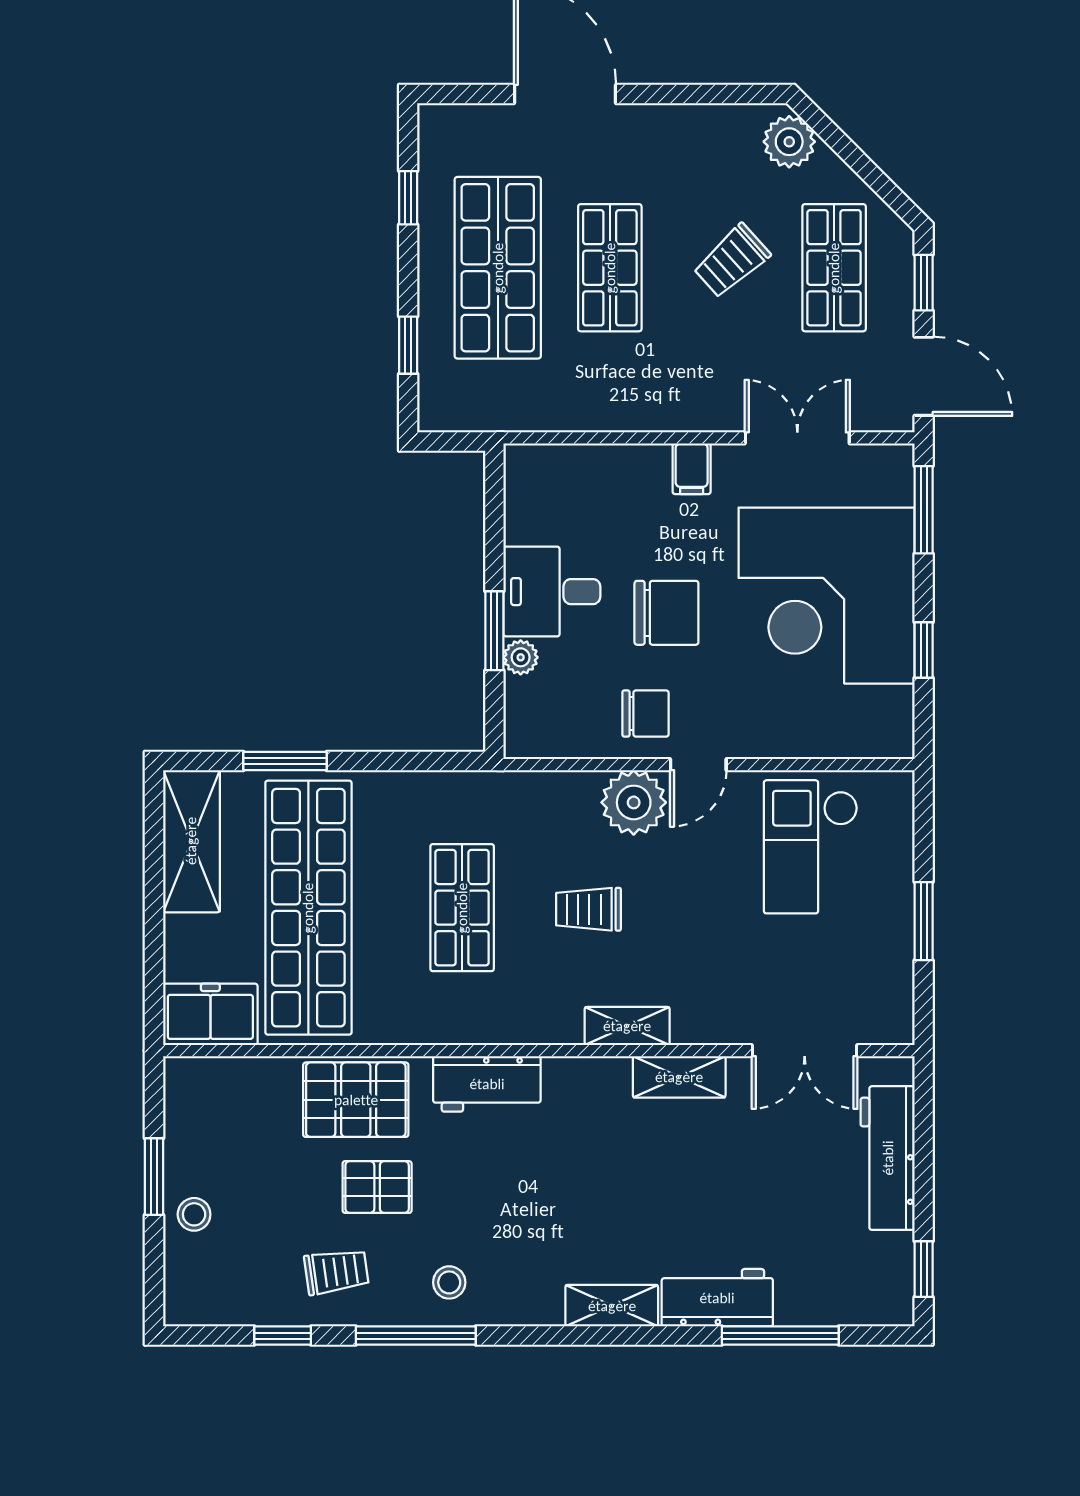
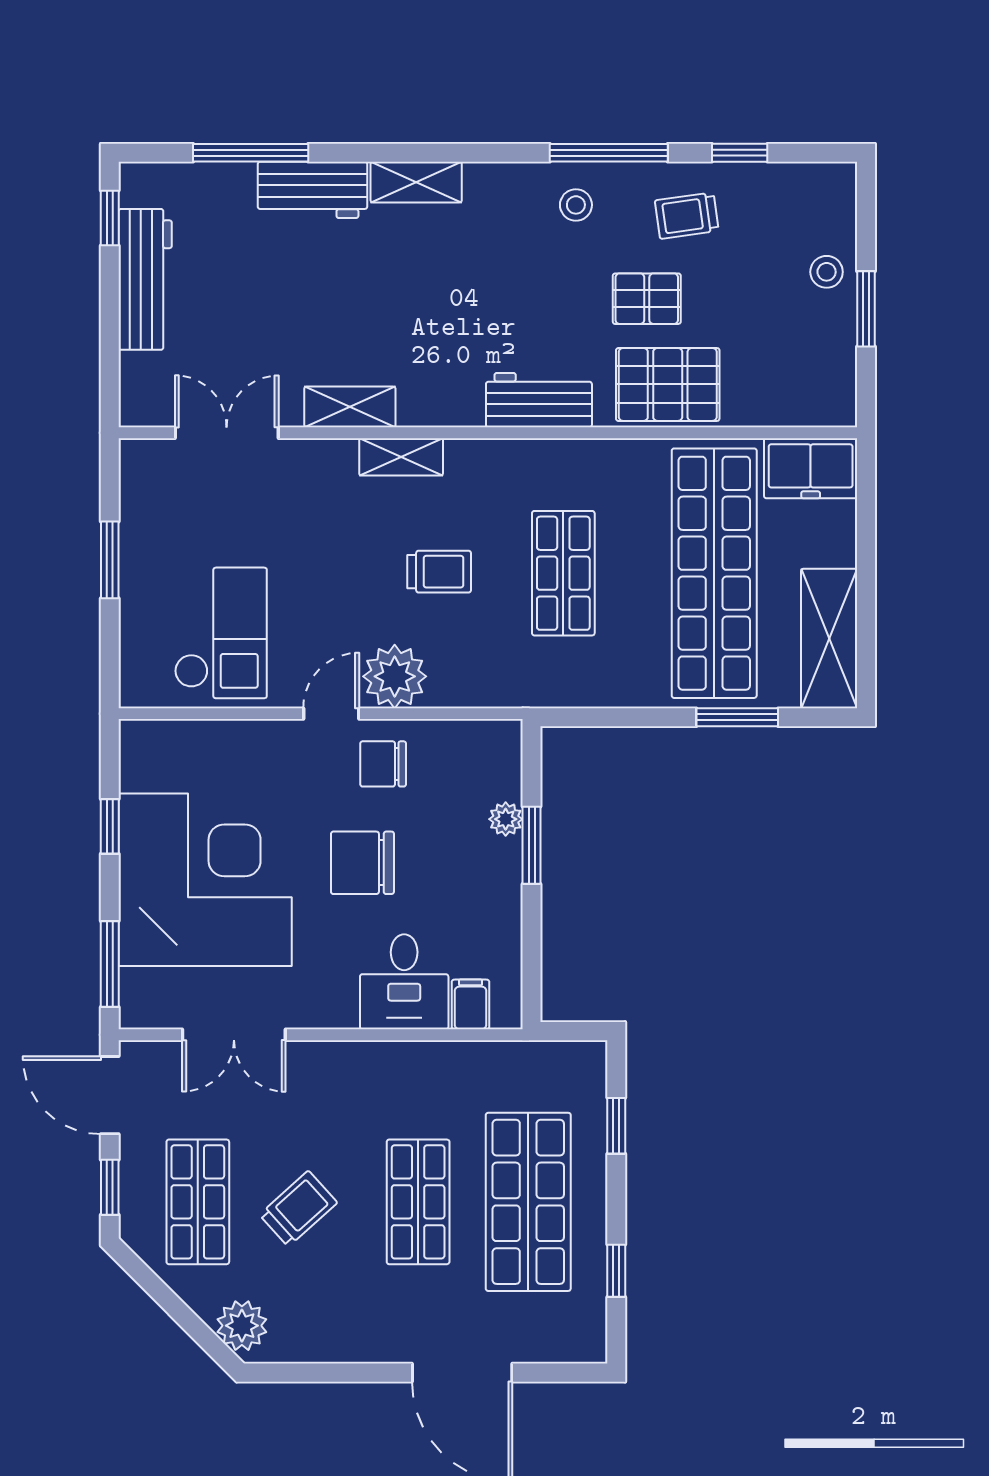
filing cabinet: (692, 469) -> (471, 1004), moved
desk: (552, 592) -> (404, 982), moved, turned 90
workbench: (888, 1158) -> (145, 279), moved

